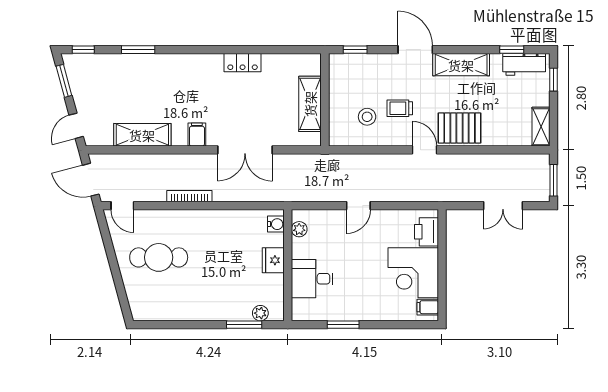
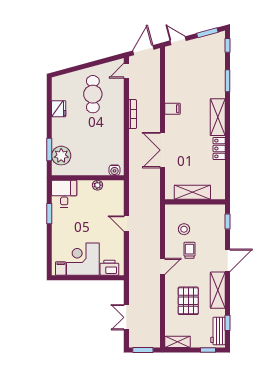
pallet: (460, 128) -> (188, 301), moved
shelving: (142, 135) -> (218, 117), moved
filing cabinet: (197, 135) -> (172, 109), moved
plant: (299, 229) -> (98, 185), moved
fridge: (273, 260) -> (59, 109), moved, turned 90
desk: (312, 279) -> (64, 194), moved
plant: (260, 313) -> (61, 156), width x1.88, depth x1.88

